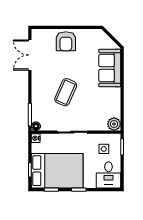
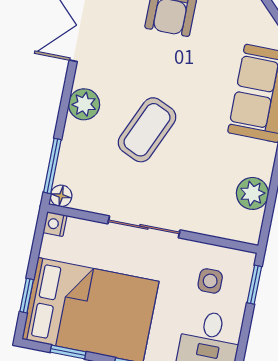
plant: (38, 87) -> (84, 104), added
plant: (114, 124) -> (252, 193), moved

